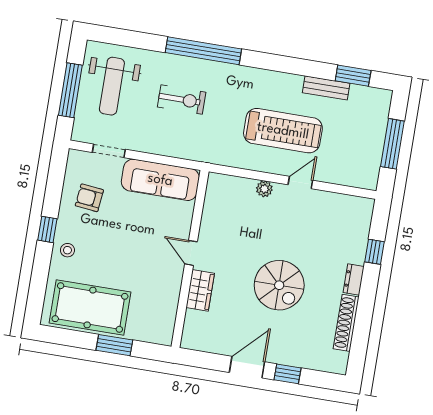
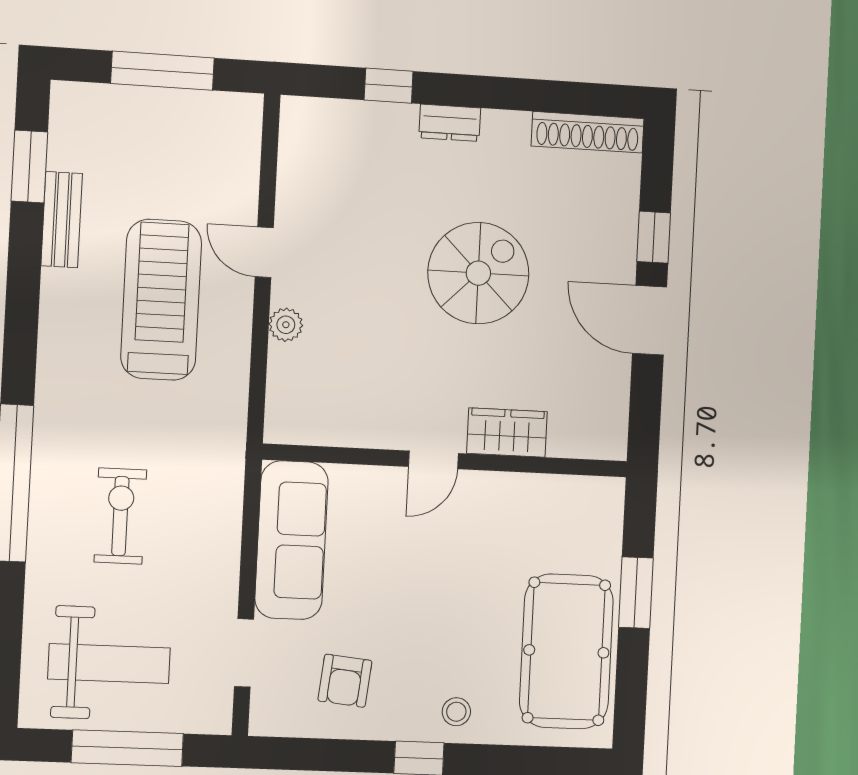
shoe rack: (346, 323) -> (588, 132), moved

